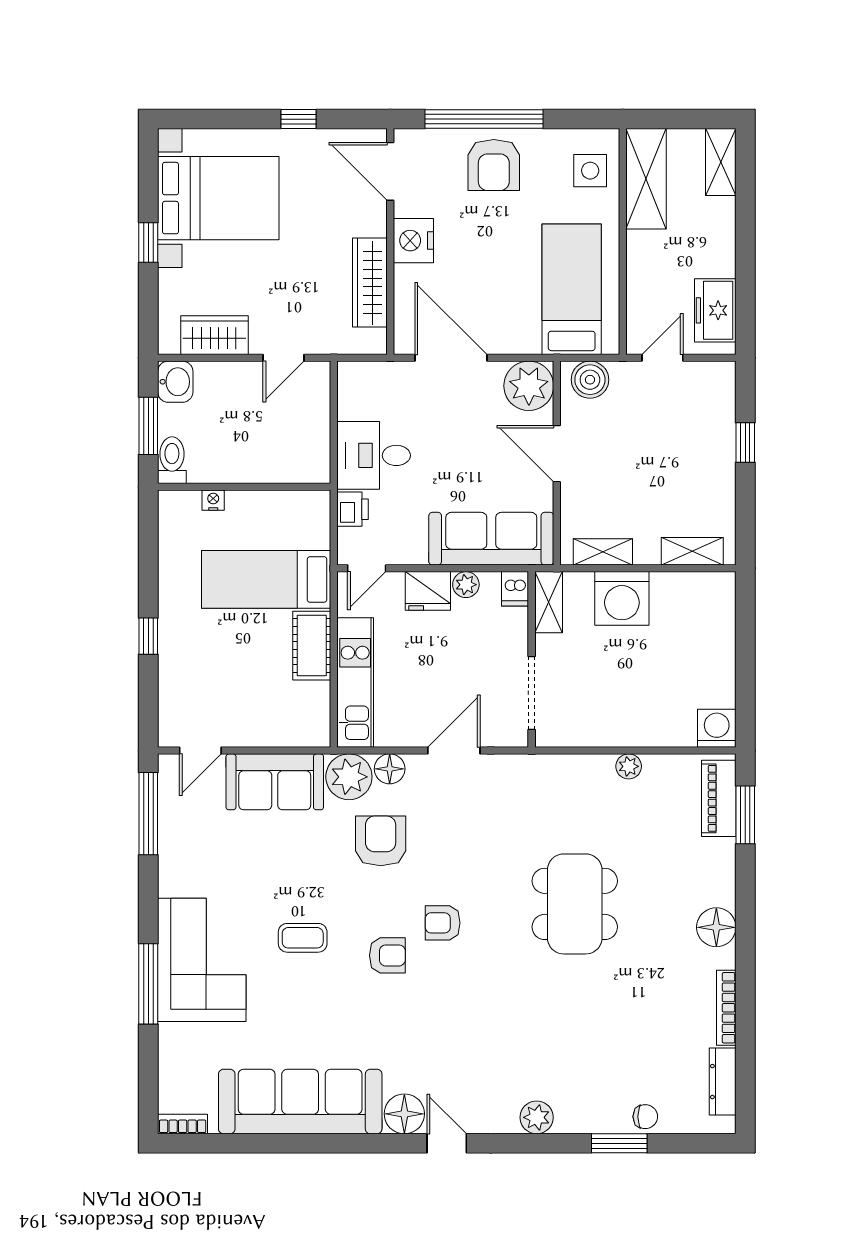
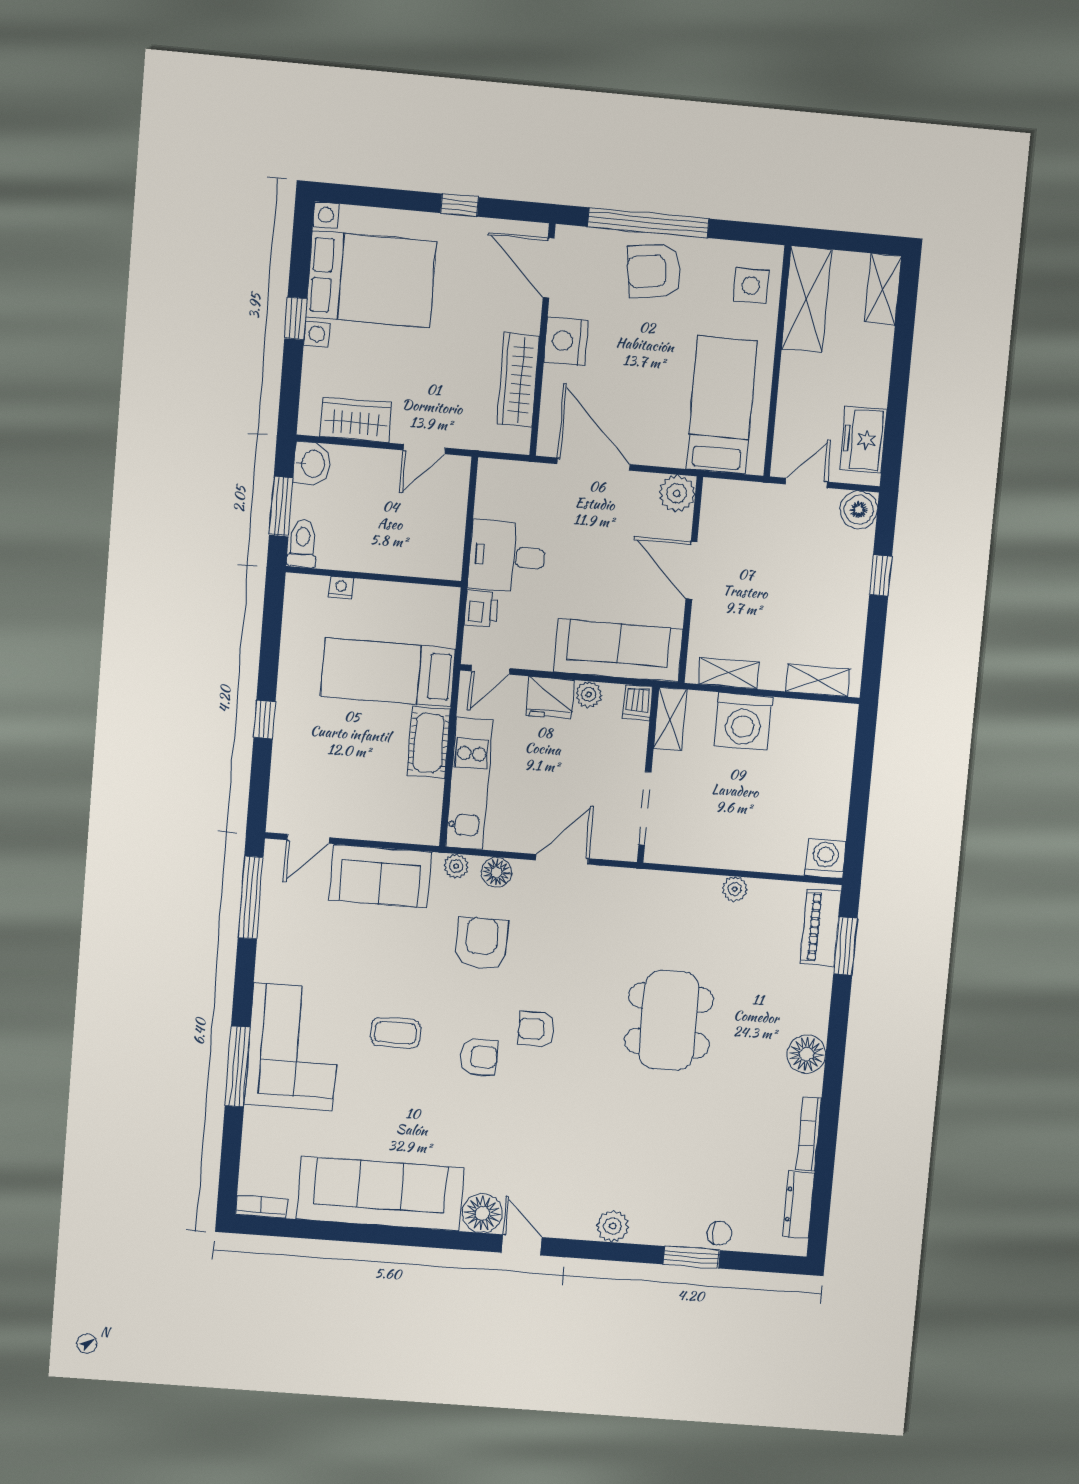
armchair: (494, 165) -> (654, 271), turned 82
boiler: (590, 380) -> (859, 510), moved
plant: (529, 386) -> (677, 493), width x0.73, depth x0.73
plant: (349, 777) -> (456, 866), width x0.53, depth x0.53

